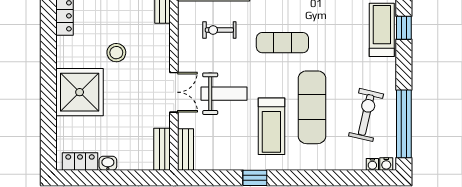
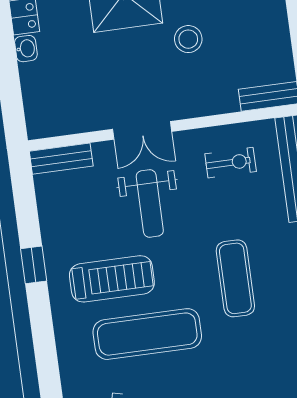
exercise bike: (219, 30) -> (231, 163), moved, turned 90
treadmill: (271, 126) -> (112, 279), turned 180
bench: (162, 149) -> (57, 124), removed

